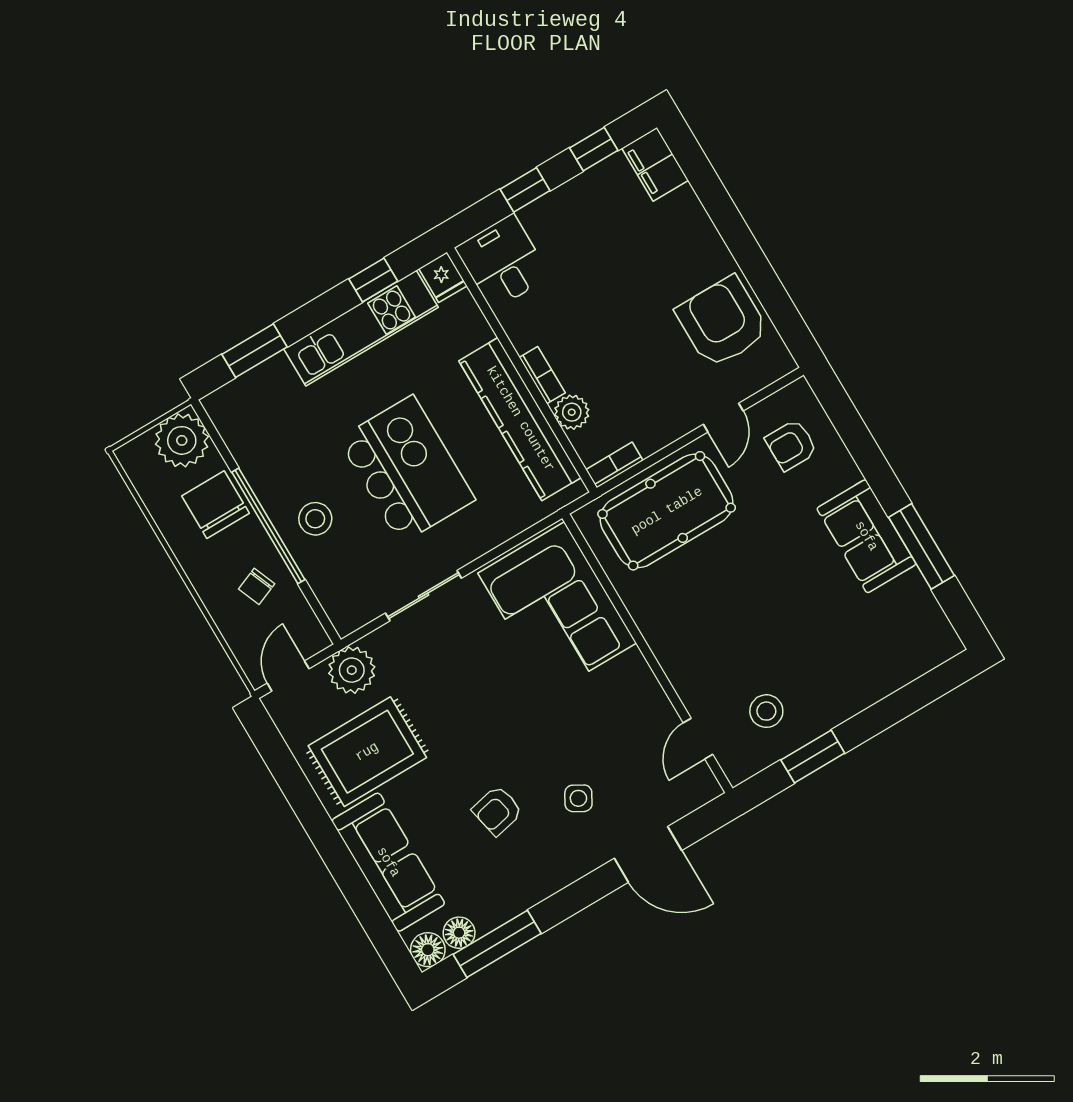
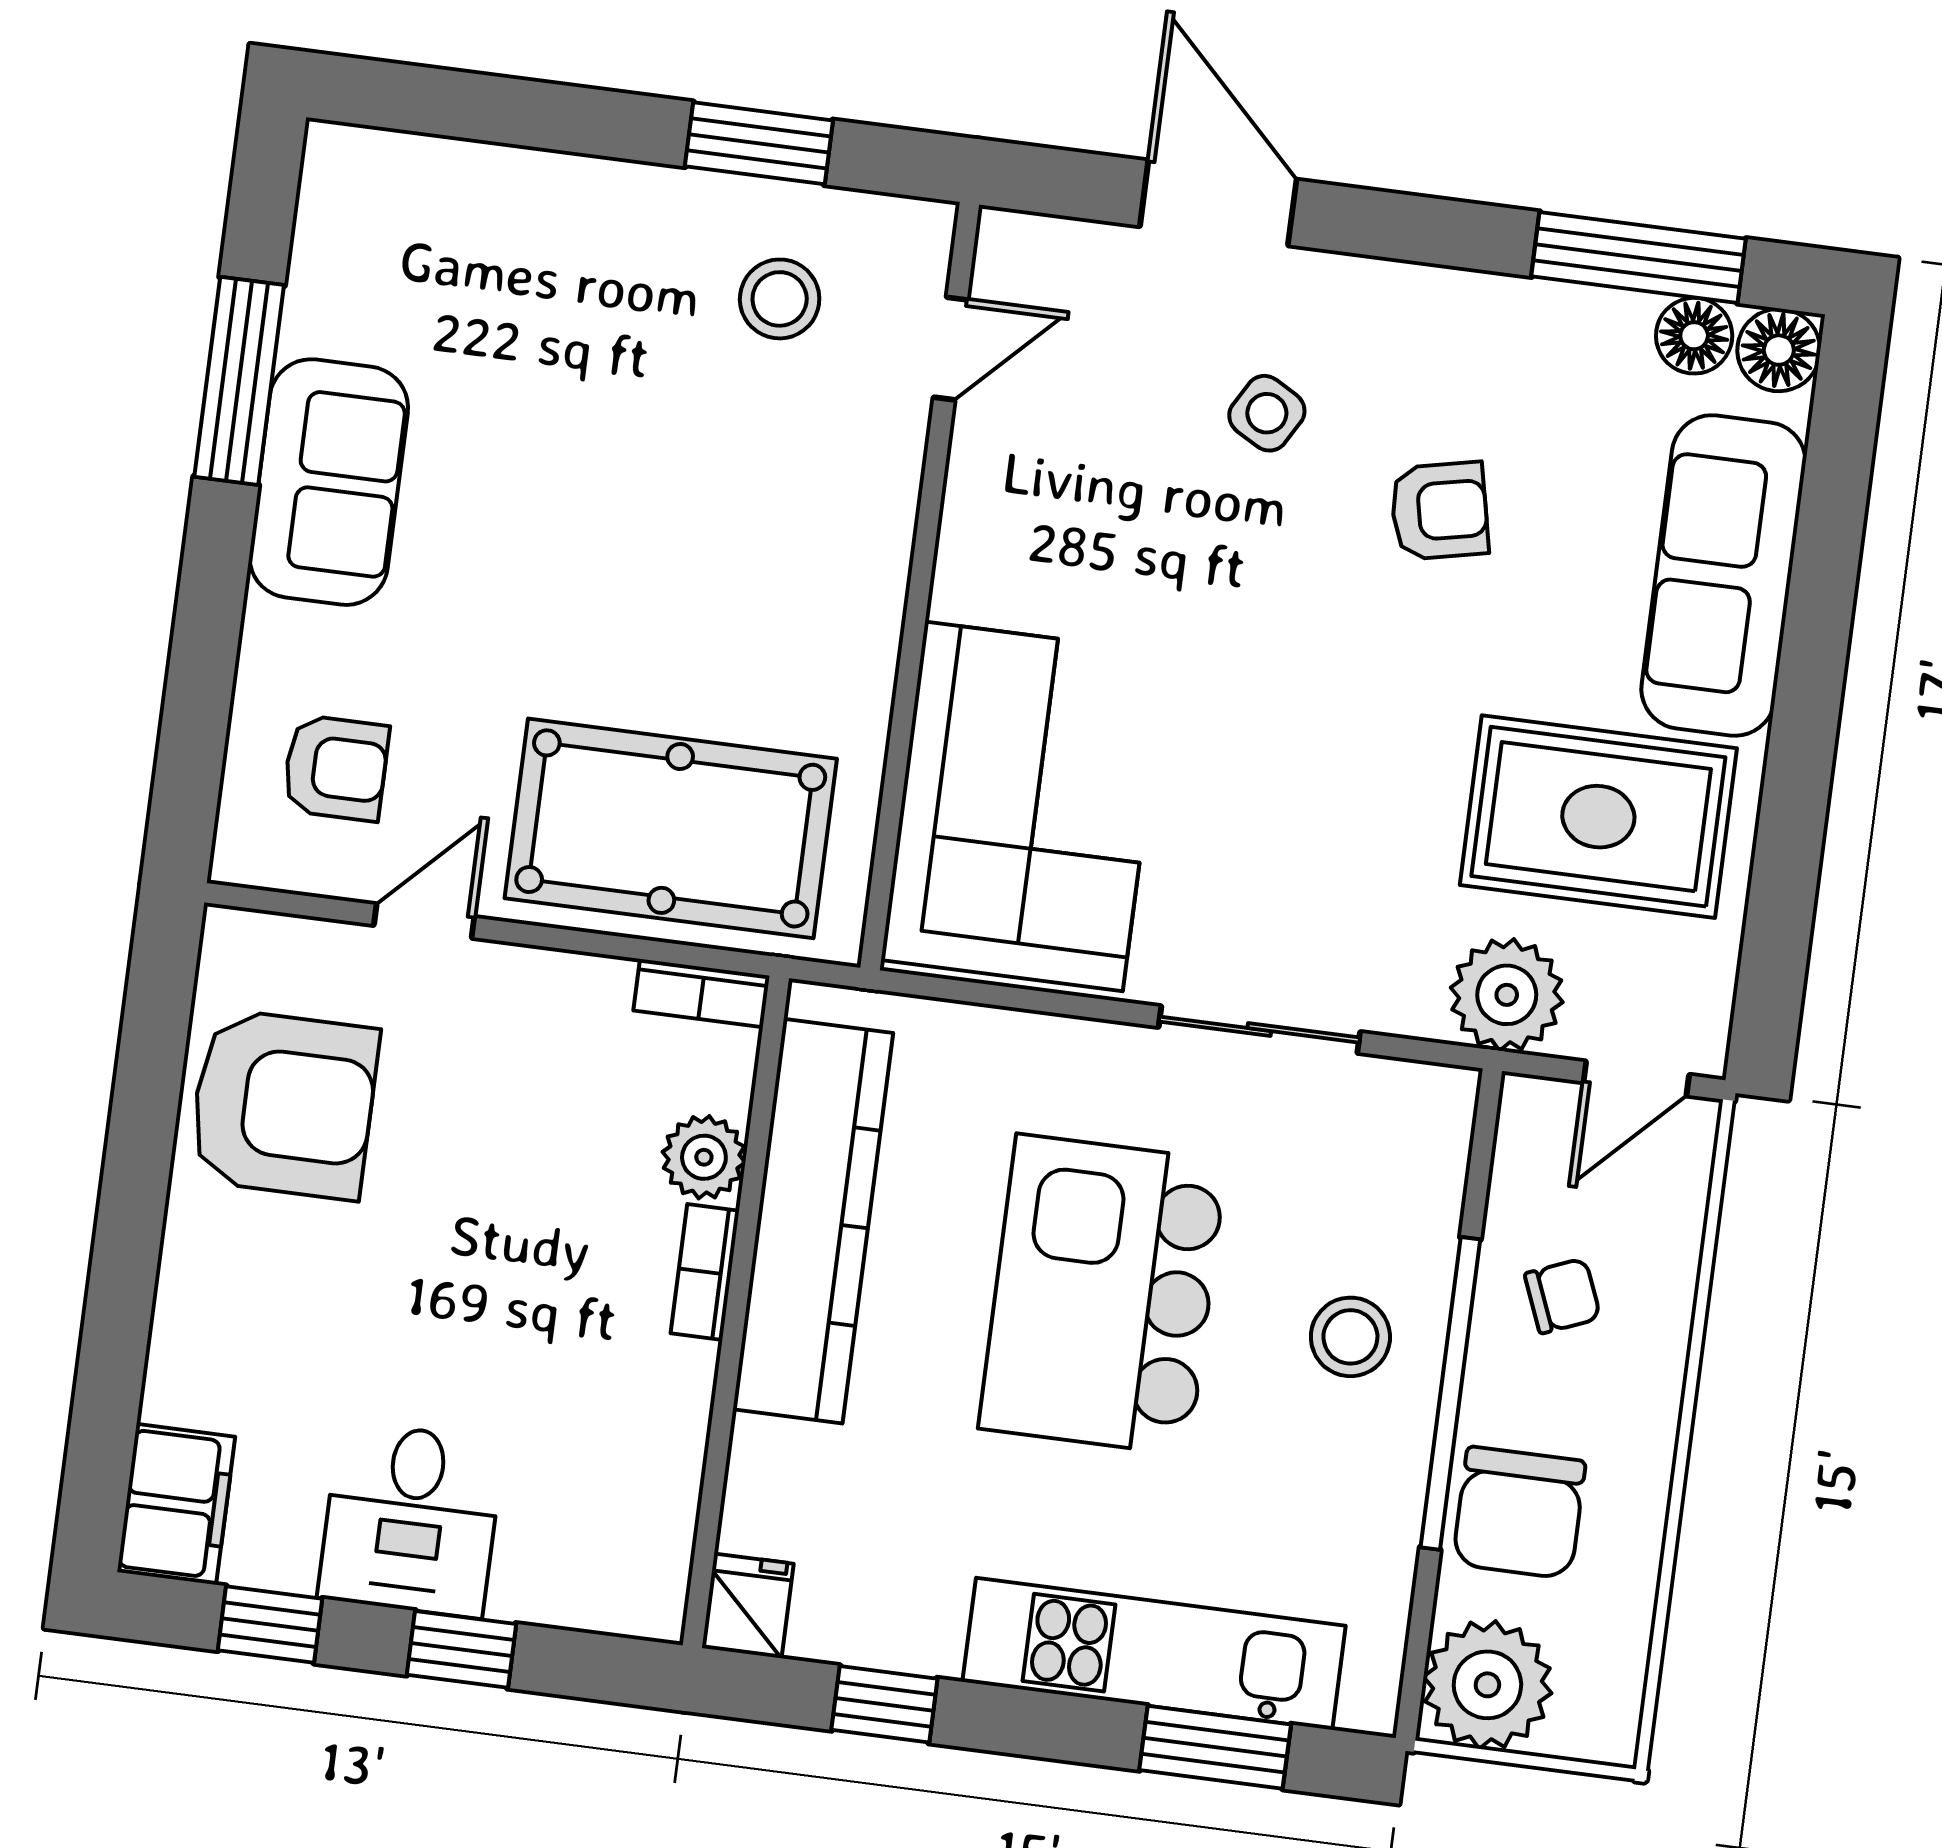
desk: (503, 262) -> (411, 1520), moved
armchair: (722, 322) -> (284, 1104), turned -90
kitchen unit: (361, 328) -> (1154, 1654), moved

